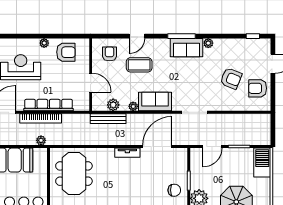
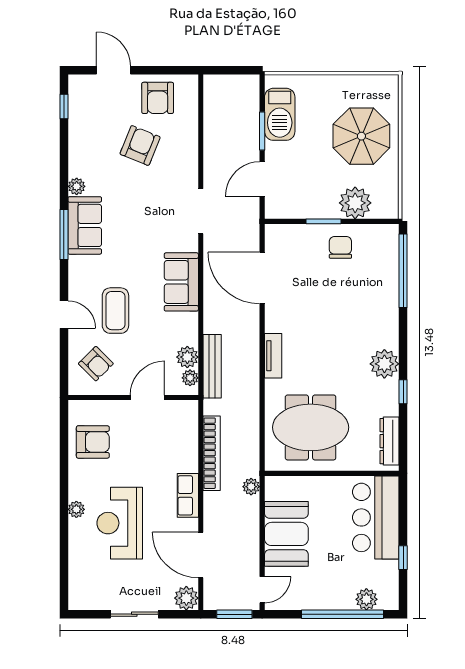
plant: (44, 43) -> (76, 509), moved
armchair: (66, 52) -> (93, 442), turned 90
armchair: (110, 54) -> (96, 364), turned -135
row of seats: (49, 105) -> (188, 495), width x0.50
plant: (133, 106) -> (190, 378), moved
bookcase: (41, 118) -> (212, 453), moved
door: (212, 147) -> (262, 179), swing flipped
tv unit: (127, 153) -> (273, 356), moved
barbecue: (262, 163) -> (280, 114), moved, turned -90

